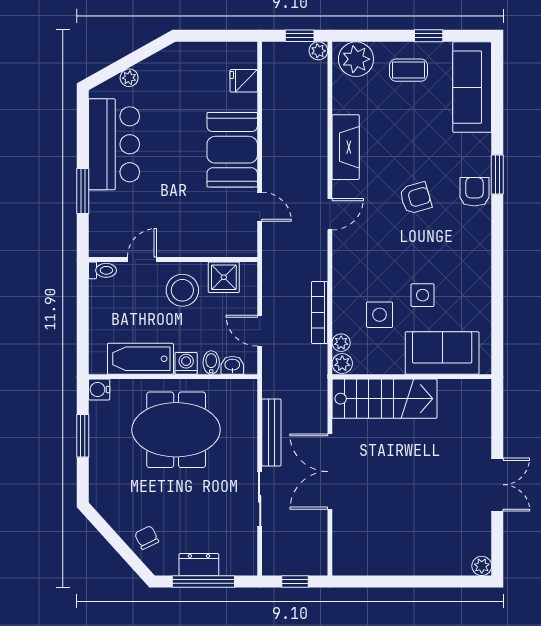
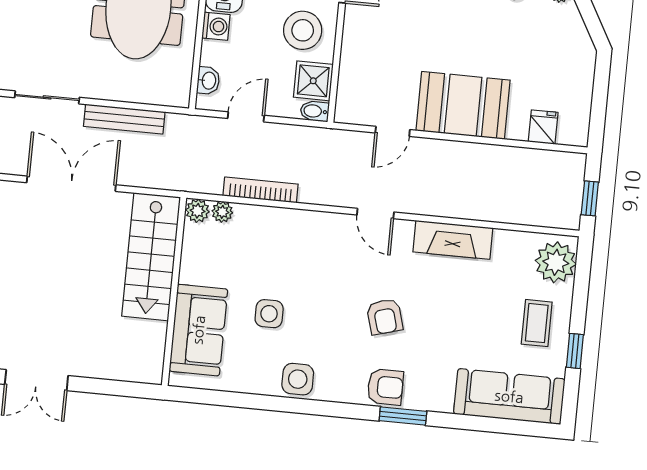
plant: (318, 51) -> (570, 219), removed
side table: (380, 315) -> (298, 379), moved
bidet: (211, 362) -> (315, 111), moved, turned 180

